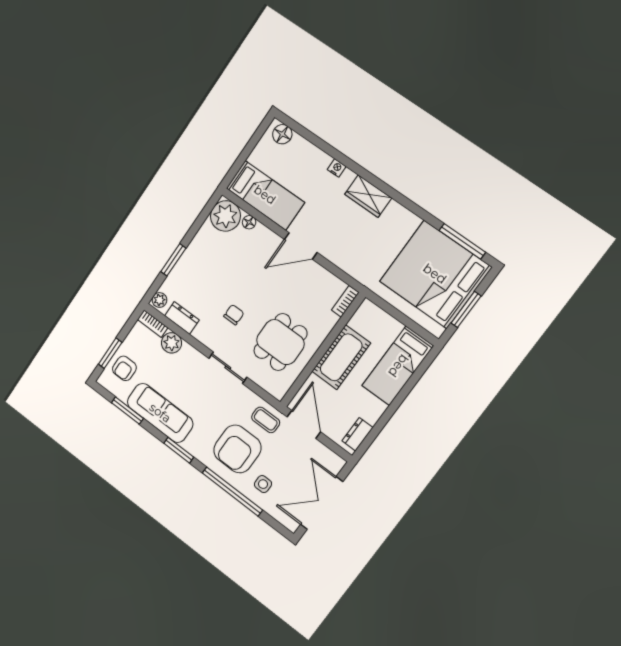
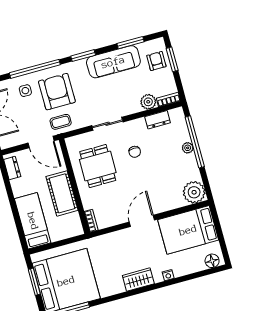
bed: (265, 195) -> (188, 230), width x1.50
floor lamp: (249, 222) -> (179, 203), removed
window: (173, 260) -> (195, 142), width x2.11
plant: (159, 300) -> (188, 148), moved

